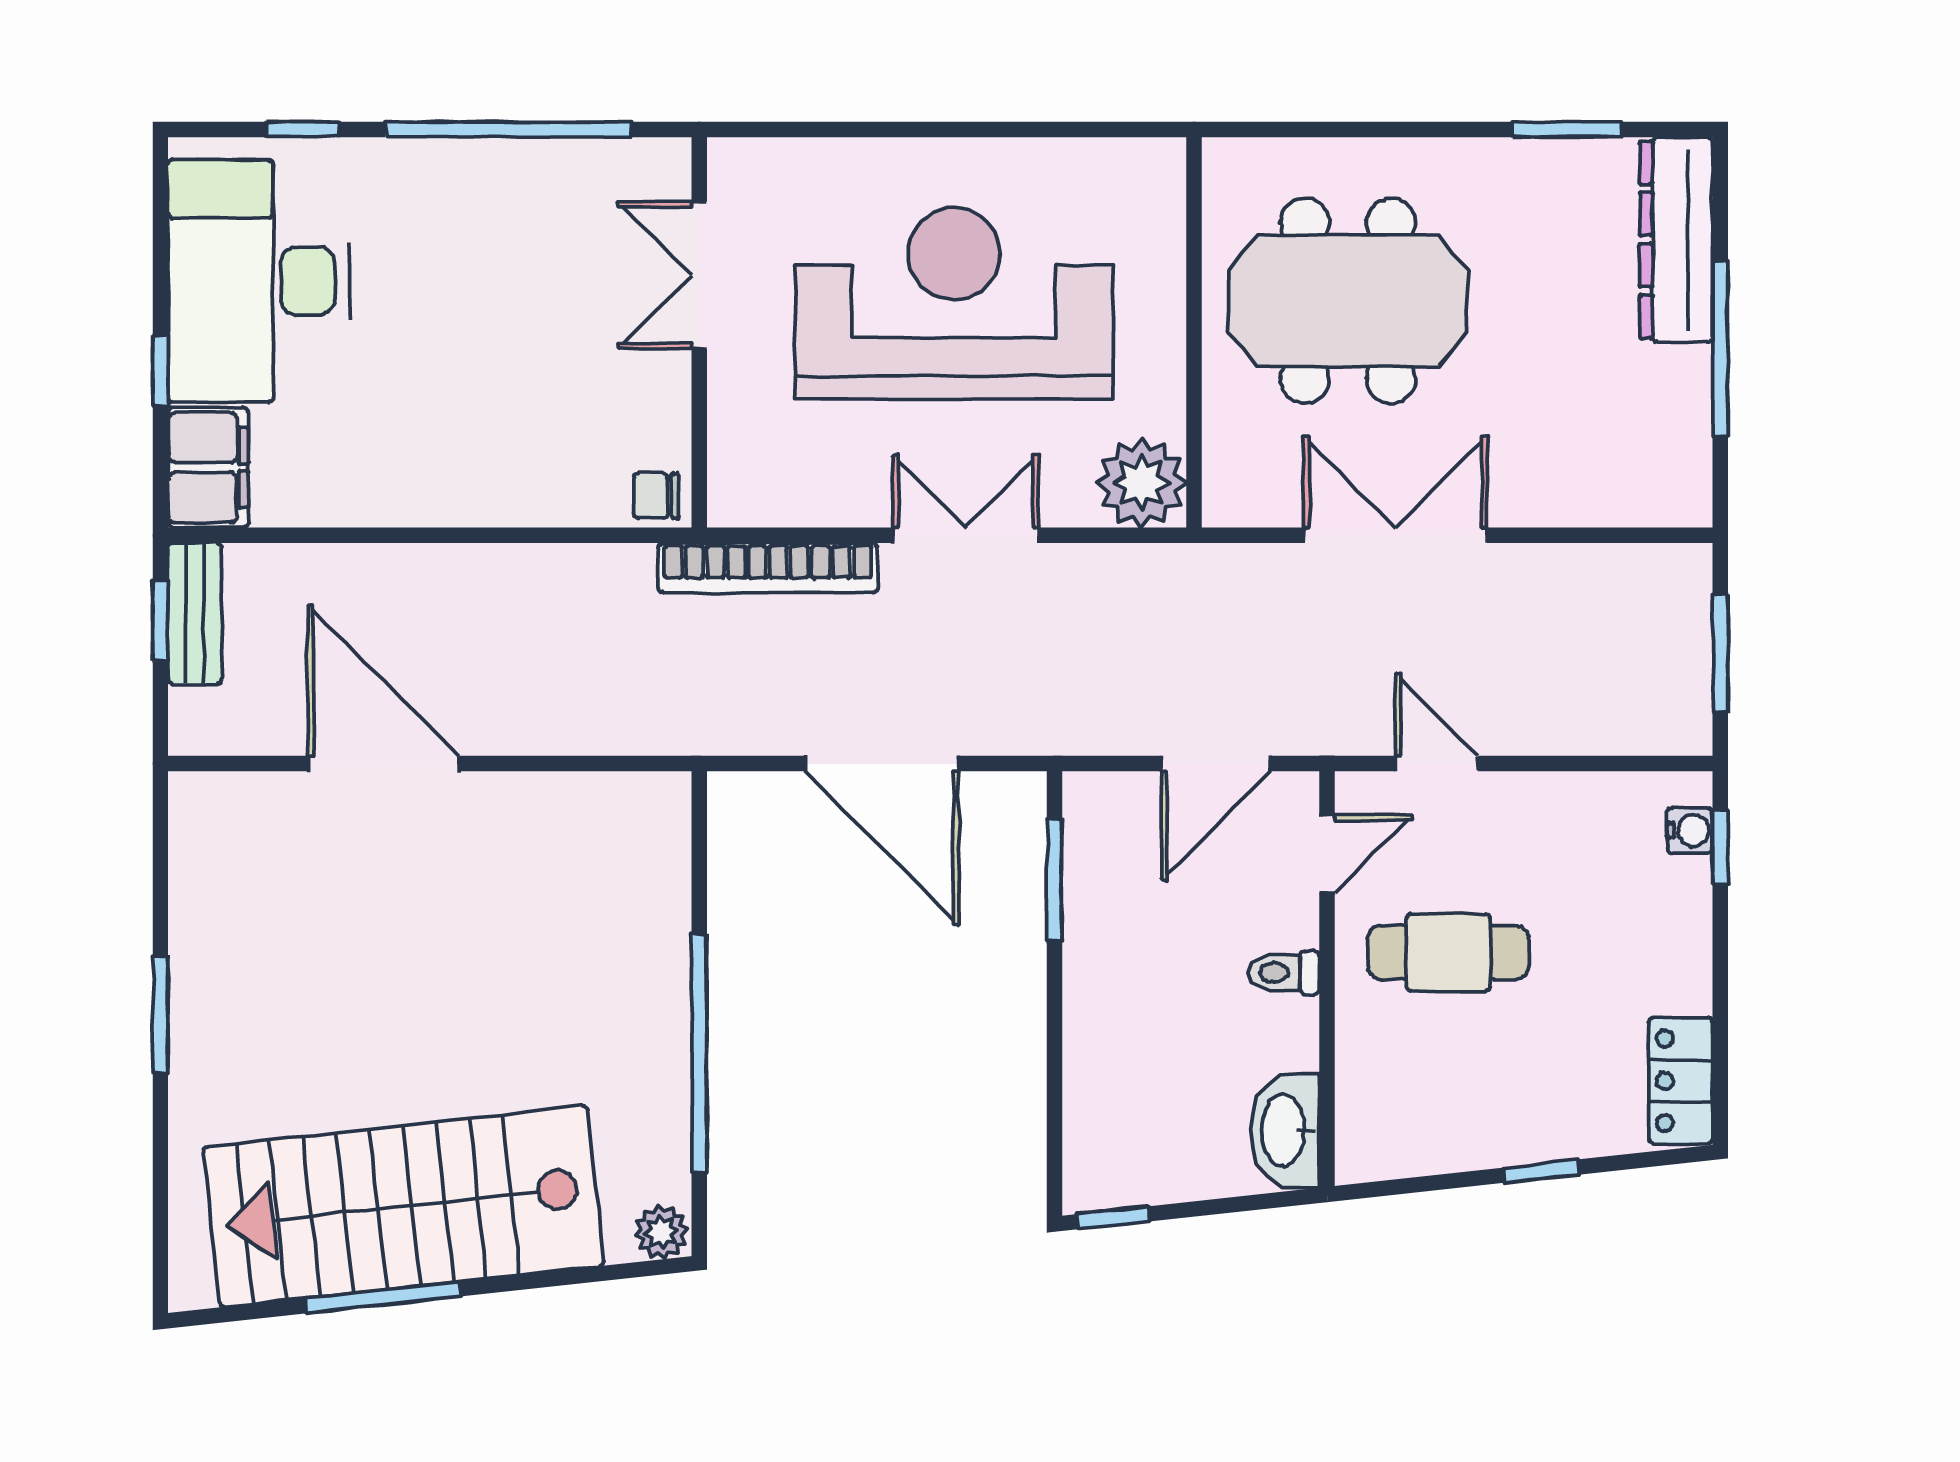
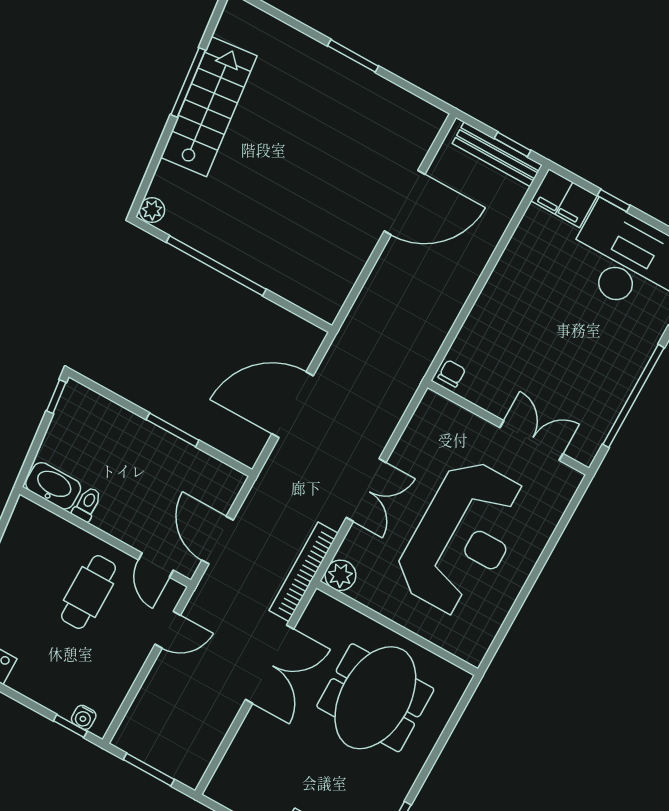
plant: (1141, 483) -> (340, 575), width x0.73, depth x0.73
bookcase: (768, 568) -> (304, 572), moved
bench: (195, 613) -> (497, 154), width x1.36
window: (1054, 880) -> (173, 430), moved
toilet: (1284, 973) -> (87, 504), moved
stairs: (404, 1206) -> (209, 107), width x0.73, depth x0.66

